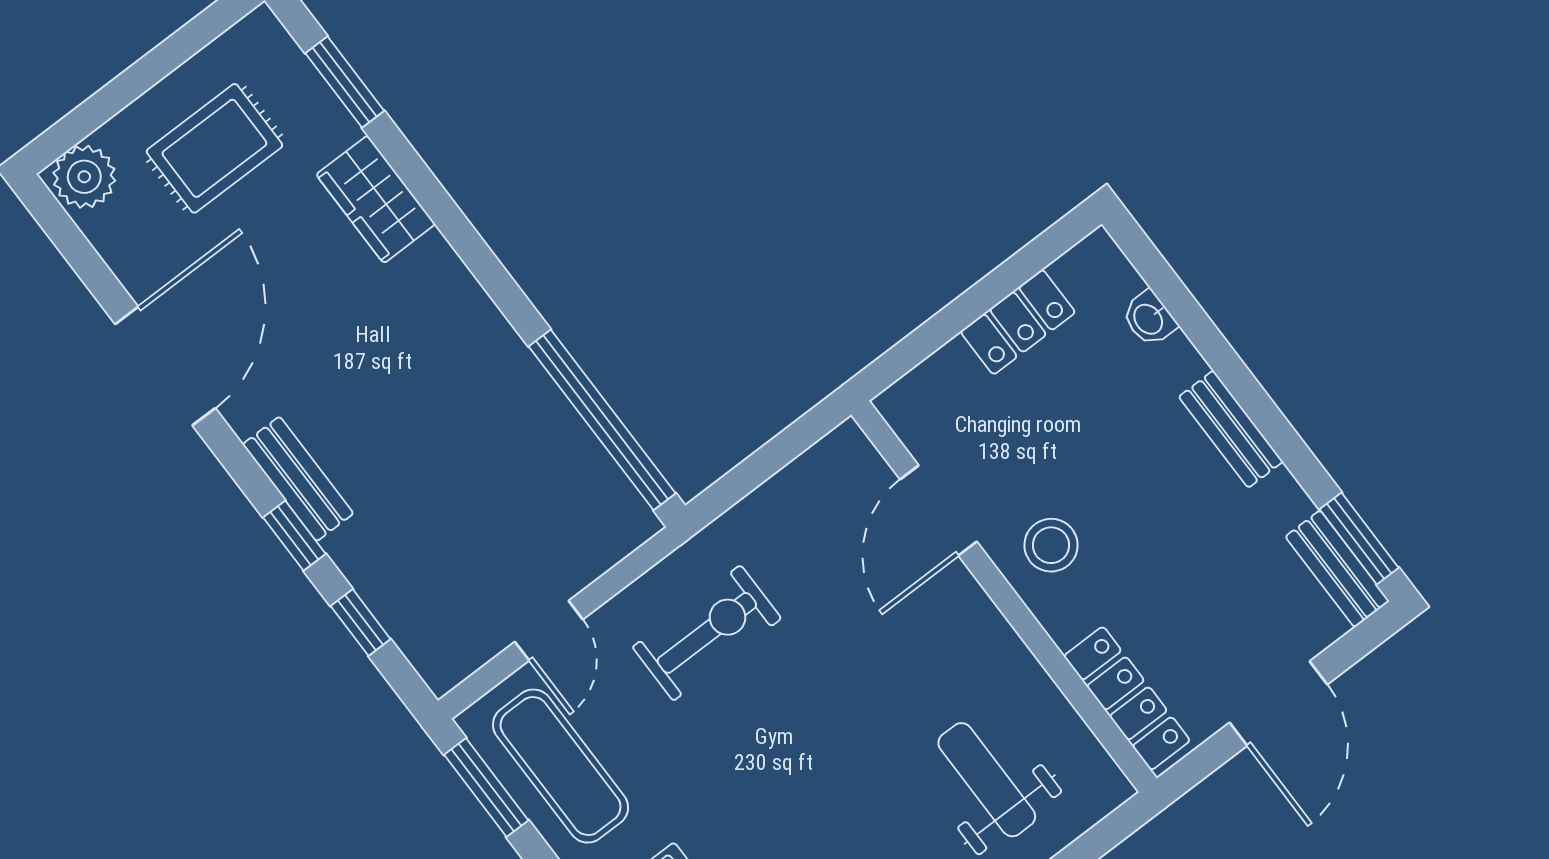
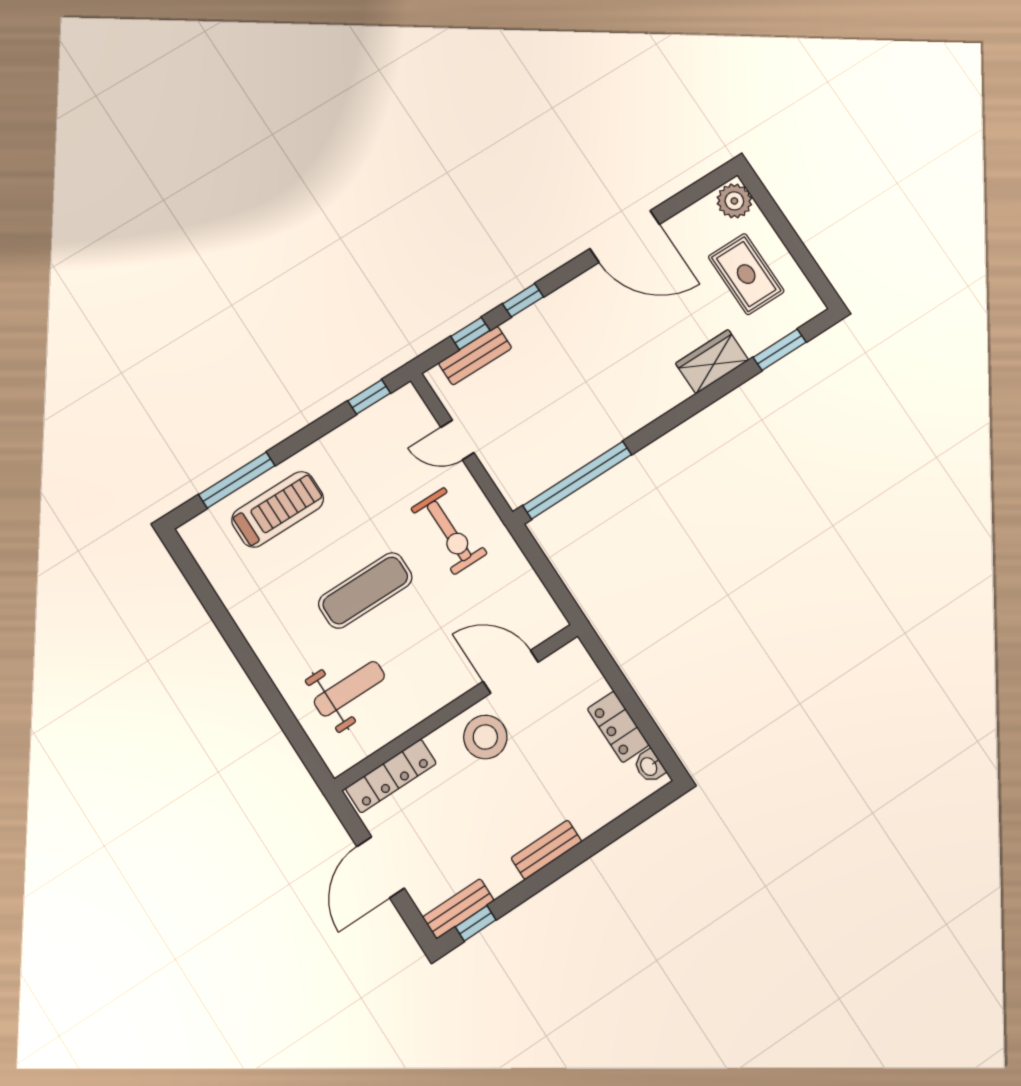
washbasin: (1149, 319) -> (649, 766), moved, turned -90
bench: (298, 479) -> (475, 356), moved
window: (1359, 538) -> (476, 923), width x0.67
stool: (1051, 545) -> (485, 737), width x1.38, depth x1.38
door: (1278, 703) -> (381, 867), hinge flipped
exercise mat: (561, 766) -> (365, 590), moved
window: (486, 787) -> (369, 397), width x0.67

